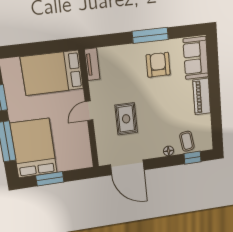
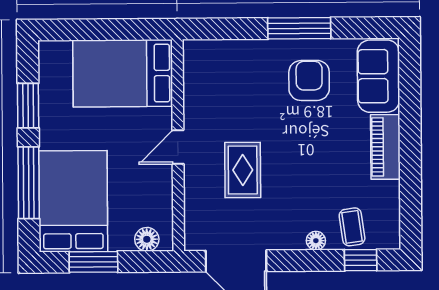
tv unit: (92, 64) -> (193, 67), removed
floor lamp: (78, 163) -> (147, 239), added

